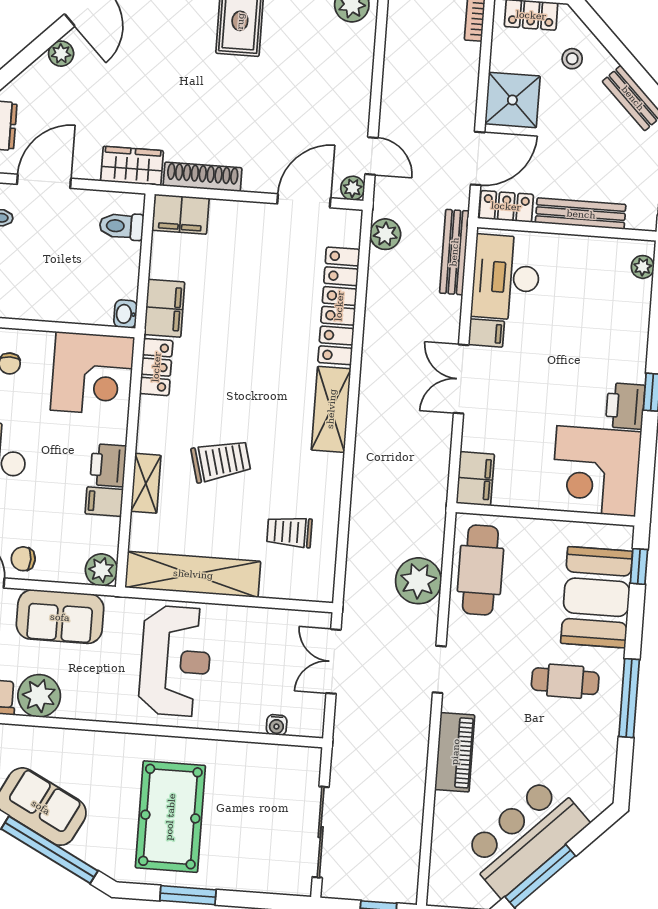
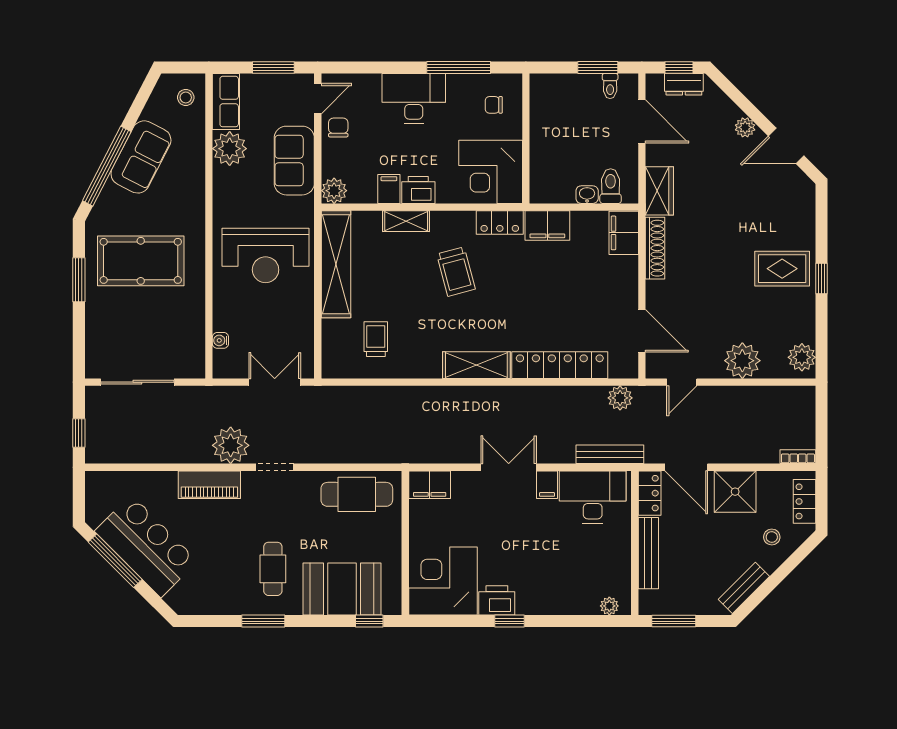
plant: (353, 188) -> (742, 361), moved, width x1.88, depth x1.88
washbasin: (125, 314) -> (587, 195), moved
trolley: (221, 461) -> (456, 272), moved
plant: (418, 581) -> (231, 445), moved
window: (629, 698) -> (263, 621), width x0.69

